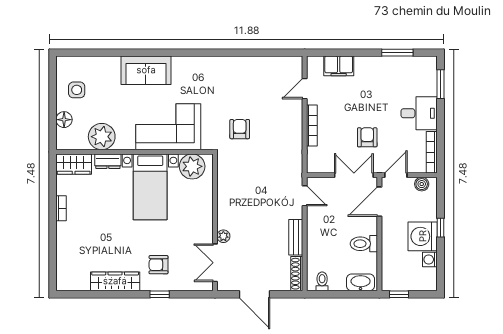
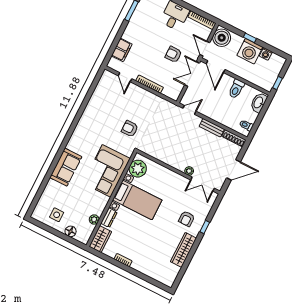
plant: (102, 137) -> (94, 219), width x0.53, depth x0.53
boiler: (422, 184) -> (222, 38), width x1.86, depth x1.86

